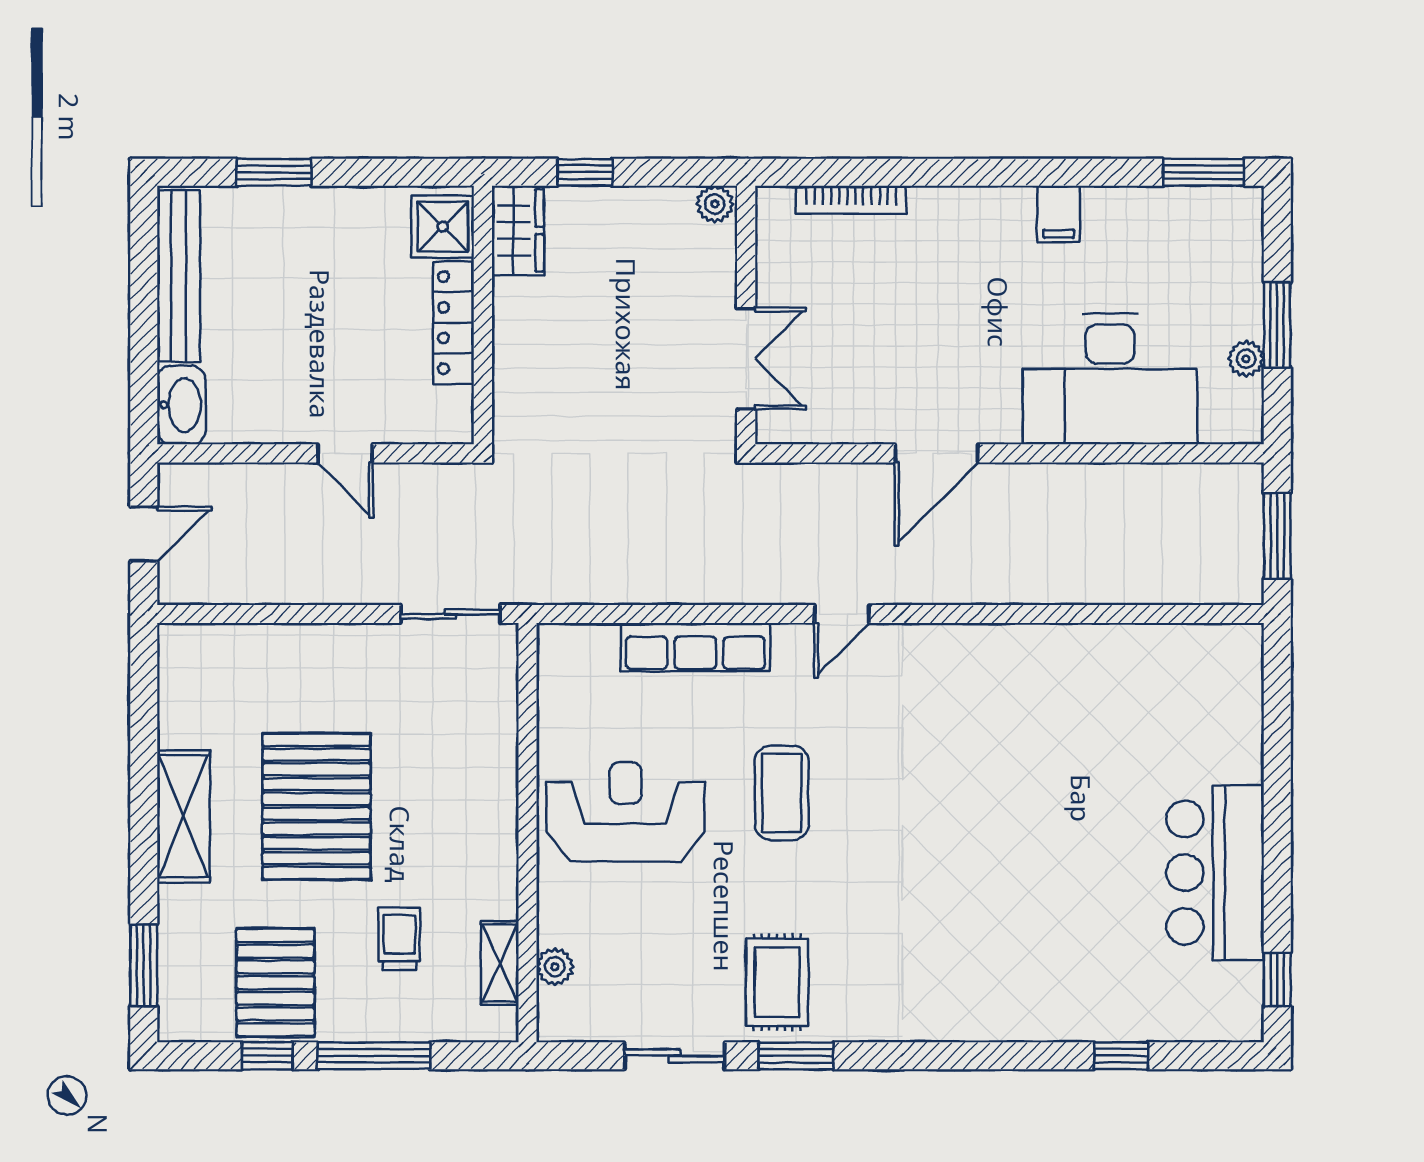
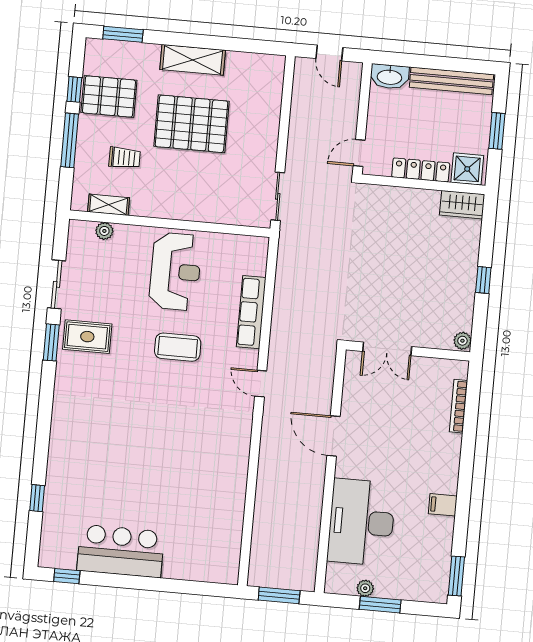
shower: (443, 227) -> (467, 169), moved
wardrobe: (518, 230) -> (462, 205), moved
wall: (483, 315) -> (423, 184), moved
locker: (454, 323) -> (421, 170), moved

